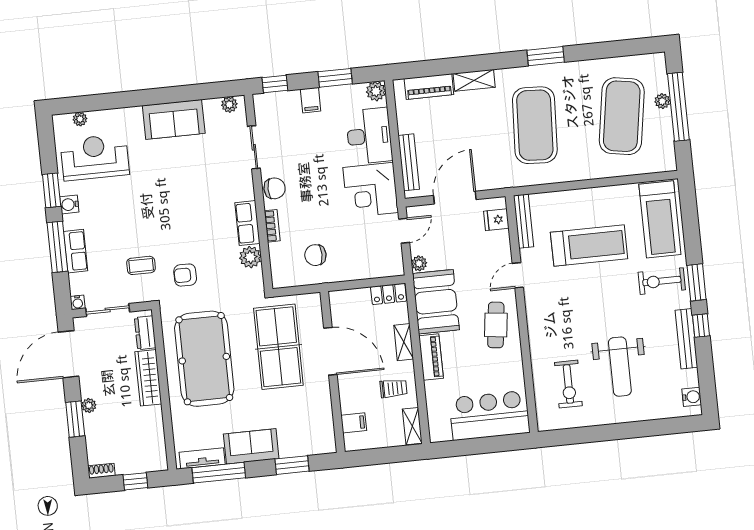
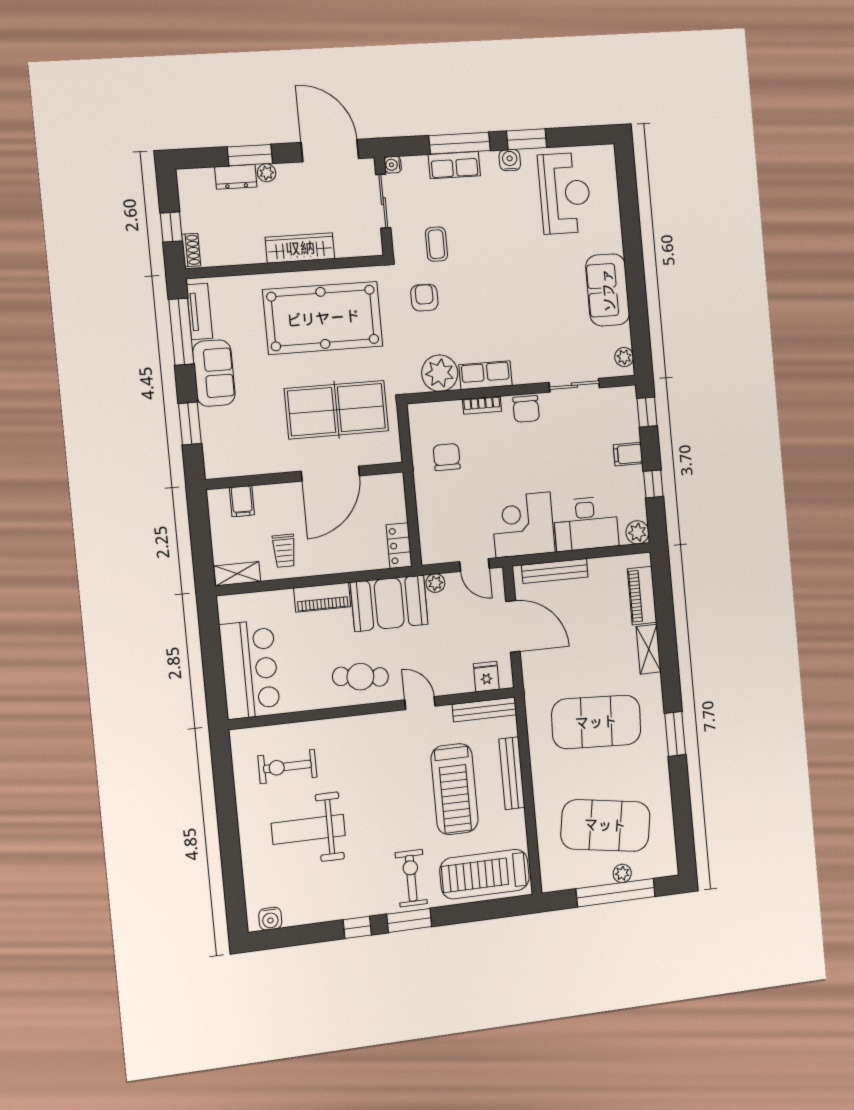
window: (335, 78) -> (653, 484), width x0.67
plant: (80, 119) -> (609, 177), removed
plant: (250, 257) -> (440, 373), width x1.36, depth x1.36
dresser: (145, 333) -> (236, 177), moved, turned 180
bench: (686, 339) -> (512, 773), moved, turned 90
shelving: (404, 342) -> (341, 564), removed
shoe rack: (101, 471) -> (191, 250), moved

